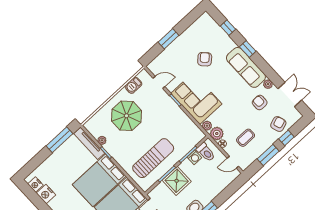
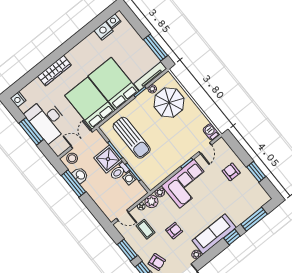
window: (228, 28) -> (254, 219), width x2.17
window: (169, 39) -> (256, 172), moved
armchair: (205, 59) -> (231, 172), moved, turned -136
barbecue: (133, 85) -> (211, 132), moved
armchair: (260, 103) -> (174, 231), moved
parasol: (127, 116) -> (169, 102), moved
toilet: (206, 152) -> (119, 171), moved
door: (233, 162) -> (122, 215), swing flipped

